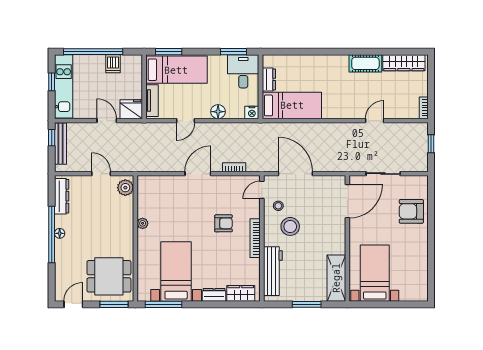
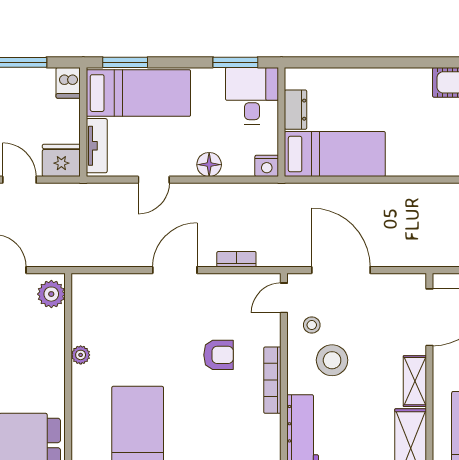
dishwasher: (113, 64) -> (68, 83), moved
shelving: (339, 239) -> (415, 381), added

